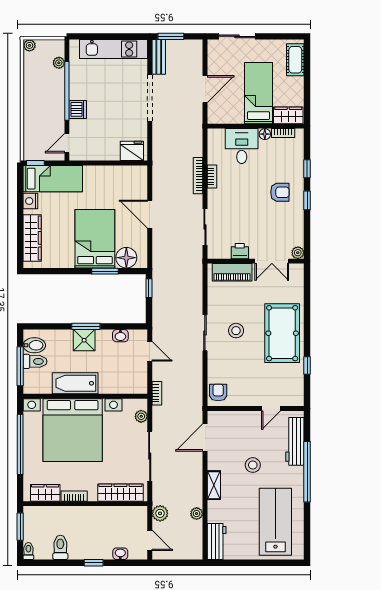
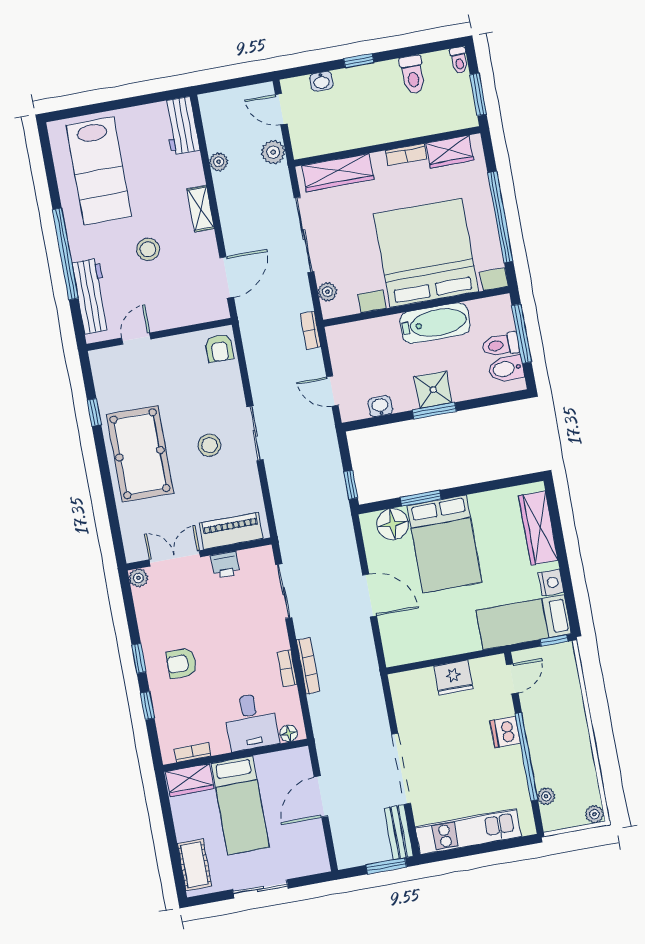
sliding door: (237, 36) -> (260, 889), moved
floor lamp: (265, 134) -> (289, 733), moved
fridge: (132, 151) -> (454, 678), moved

